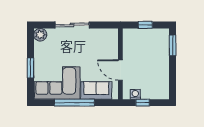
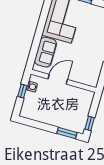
window: (145, 25) -> (90, 123), moved
window: (74, 103) -> (40, 29), removed

